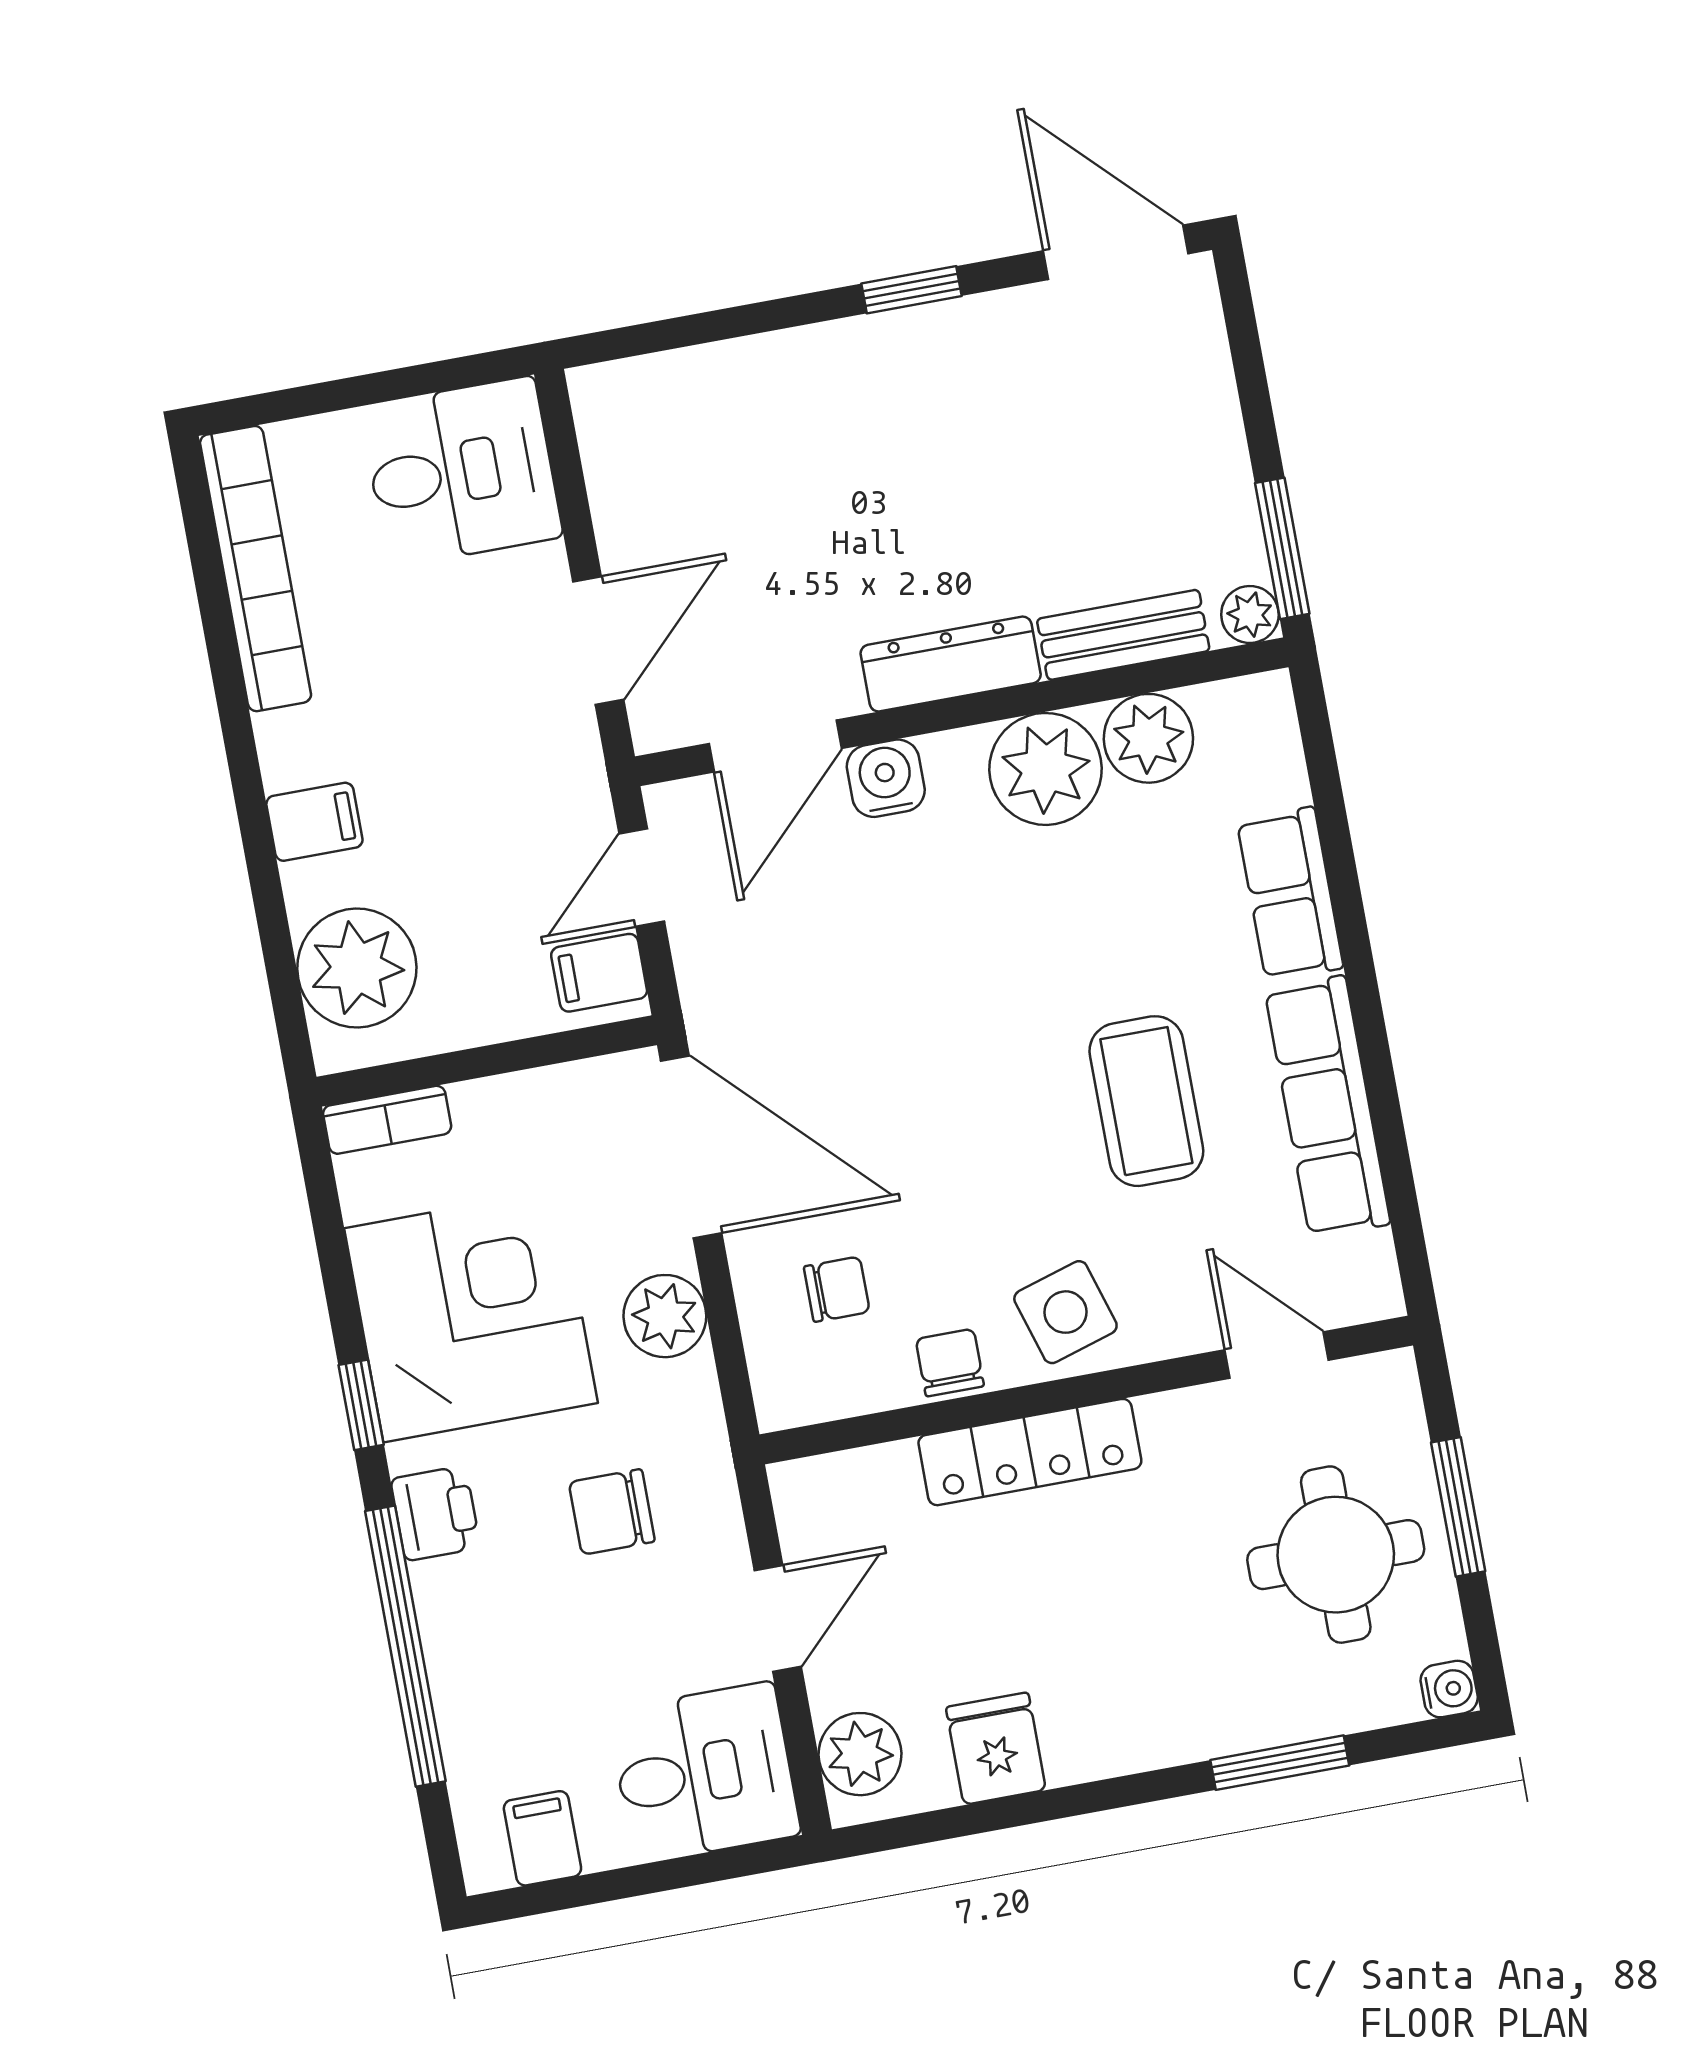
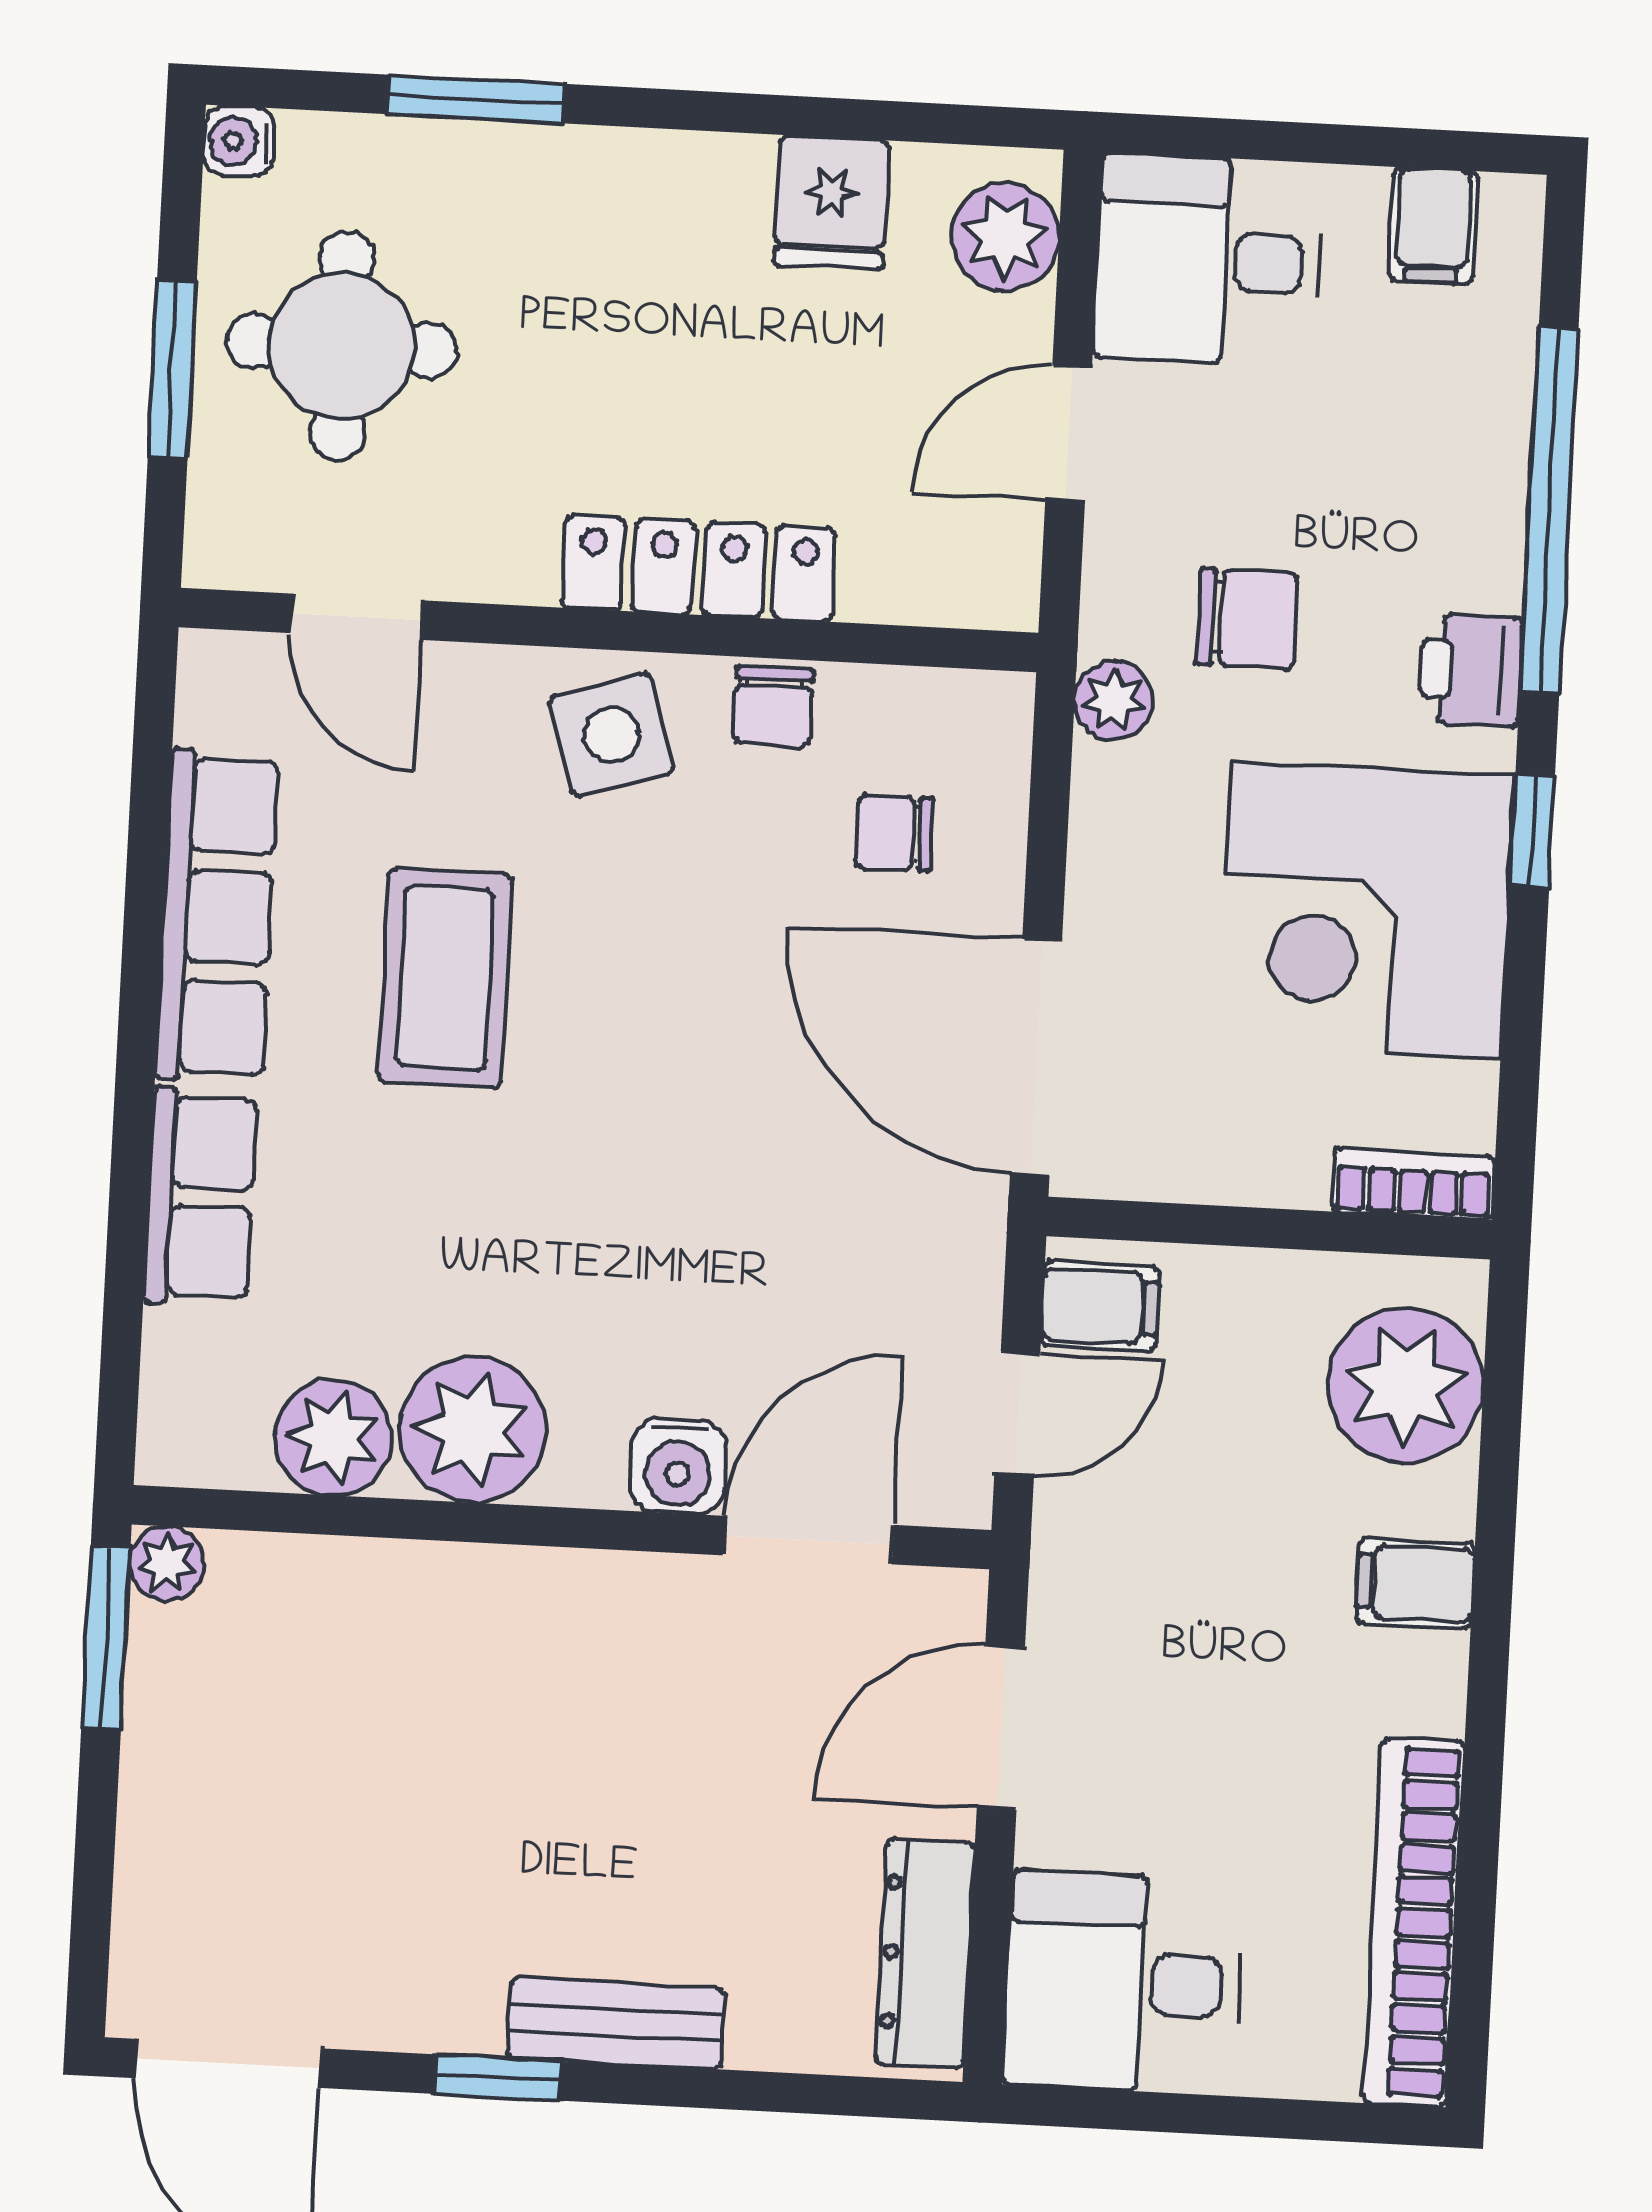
bench: (1123, 635) -> (616, 2023), moved
dresser: (951, 664) -> (925, 1953), moved, turned 90
plant: (665, 1316) -> (1114, 701), moved, width x0.73, depth x0.73

